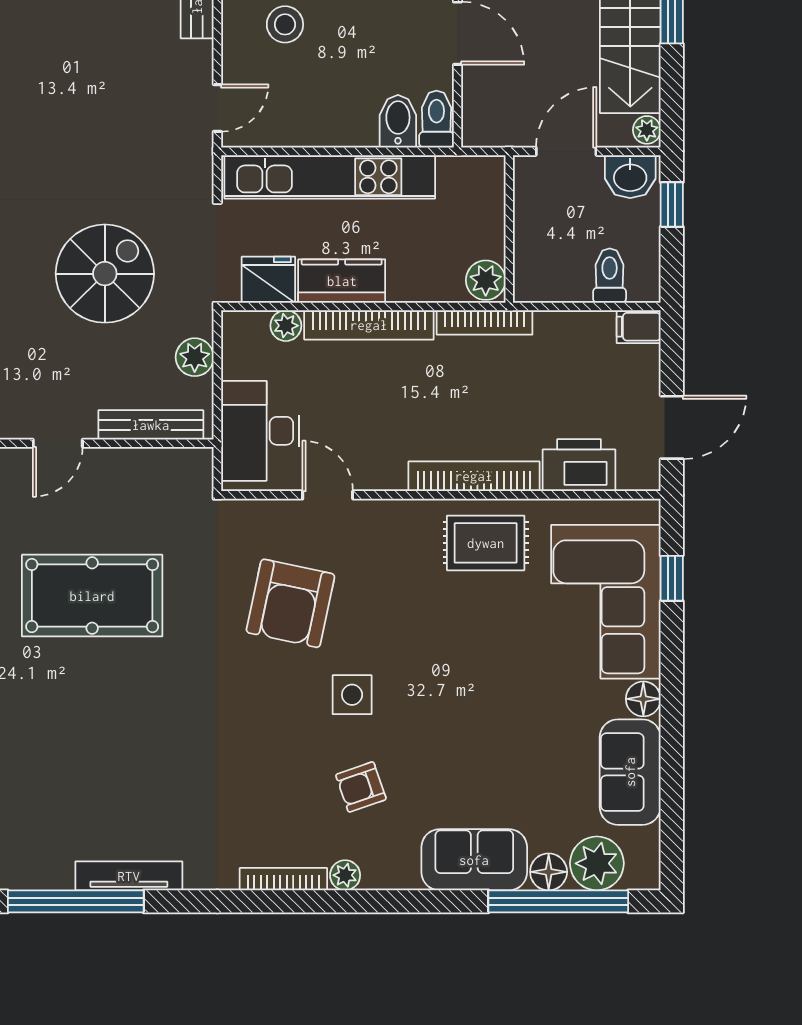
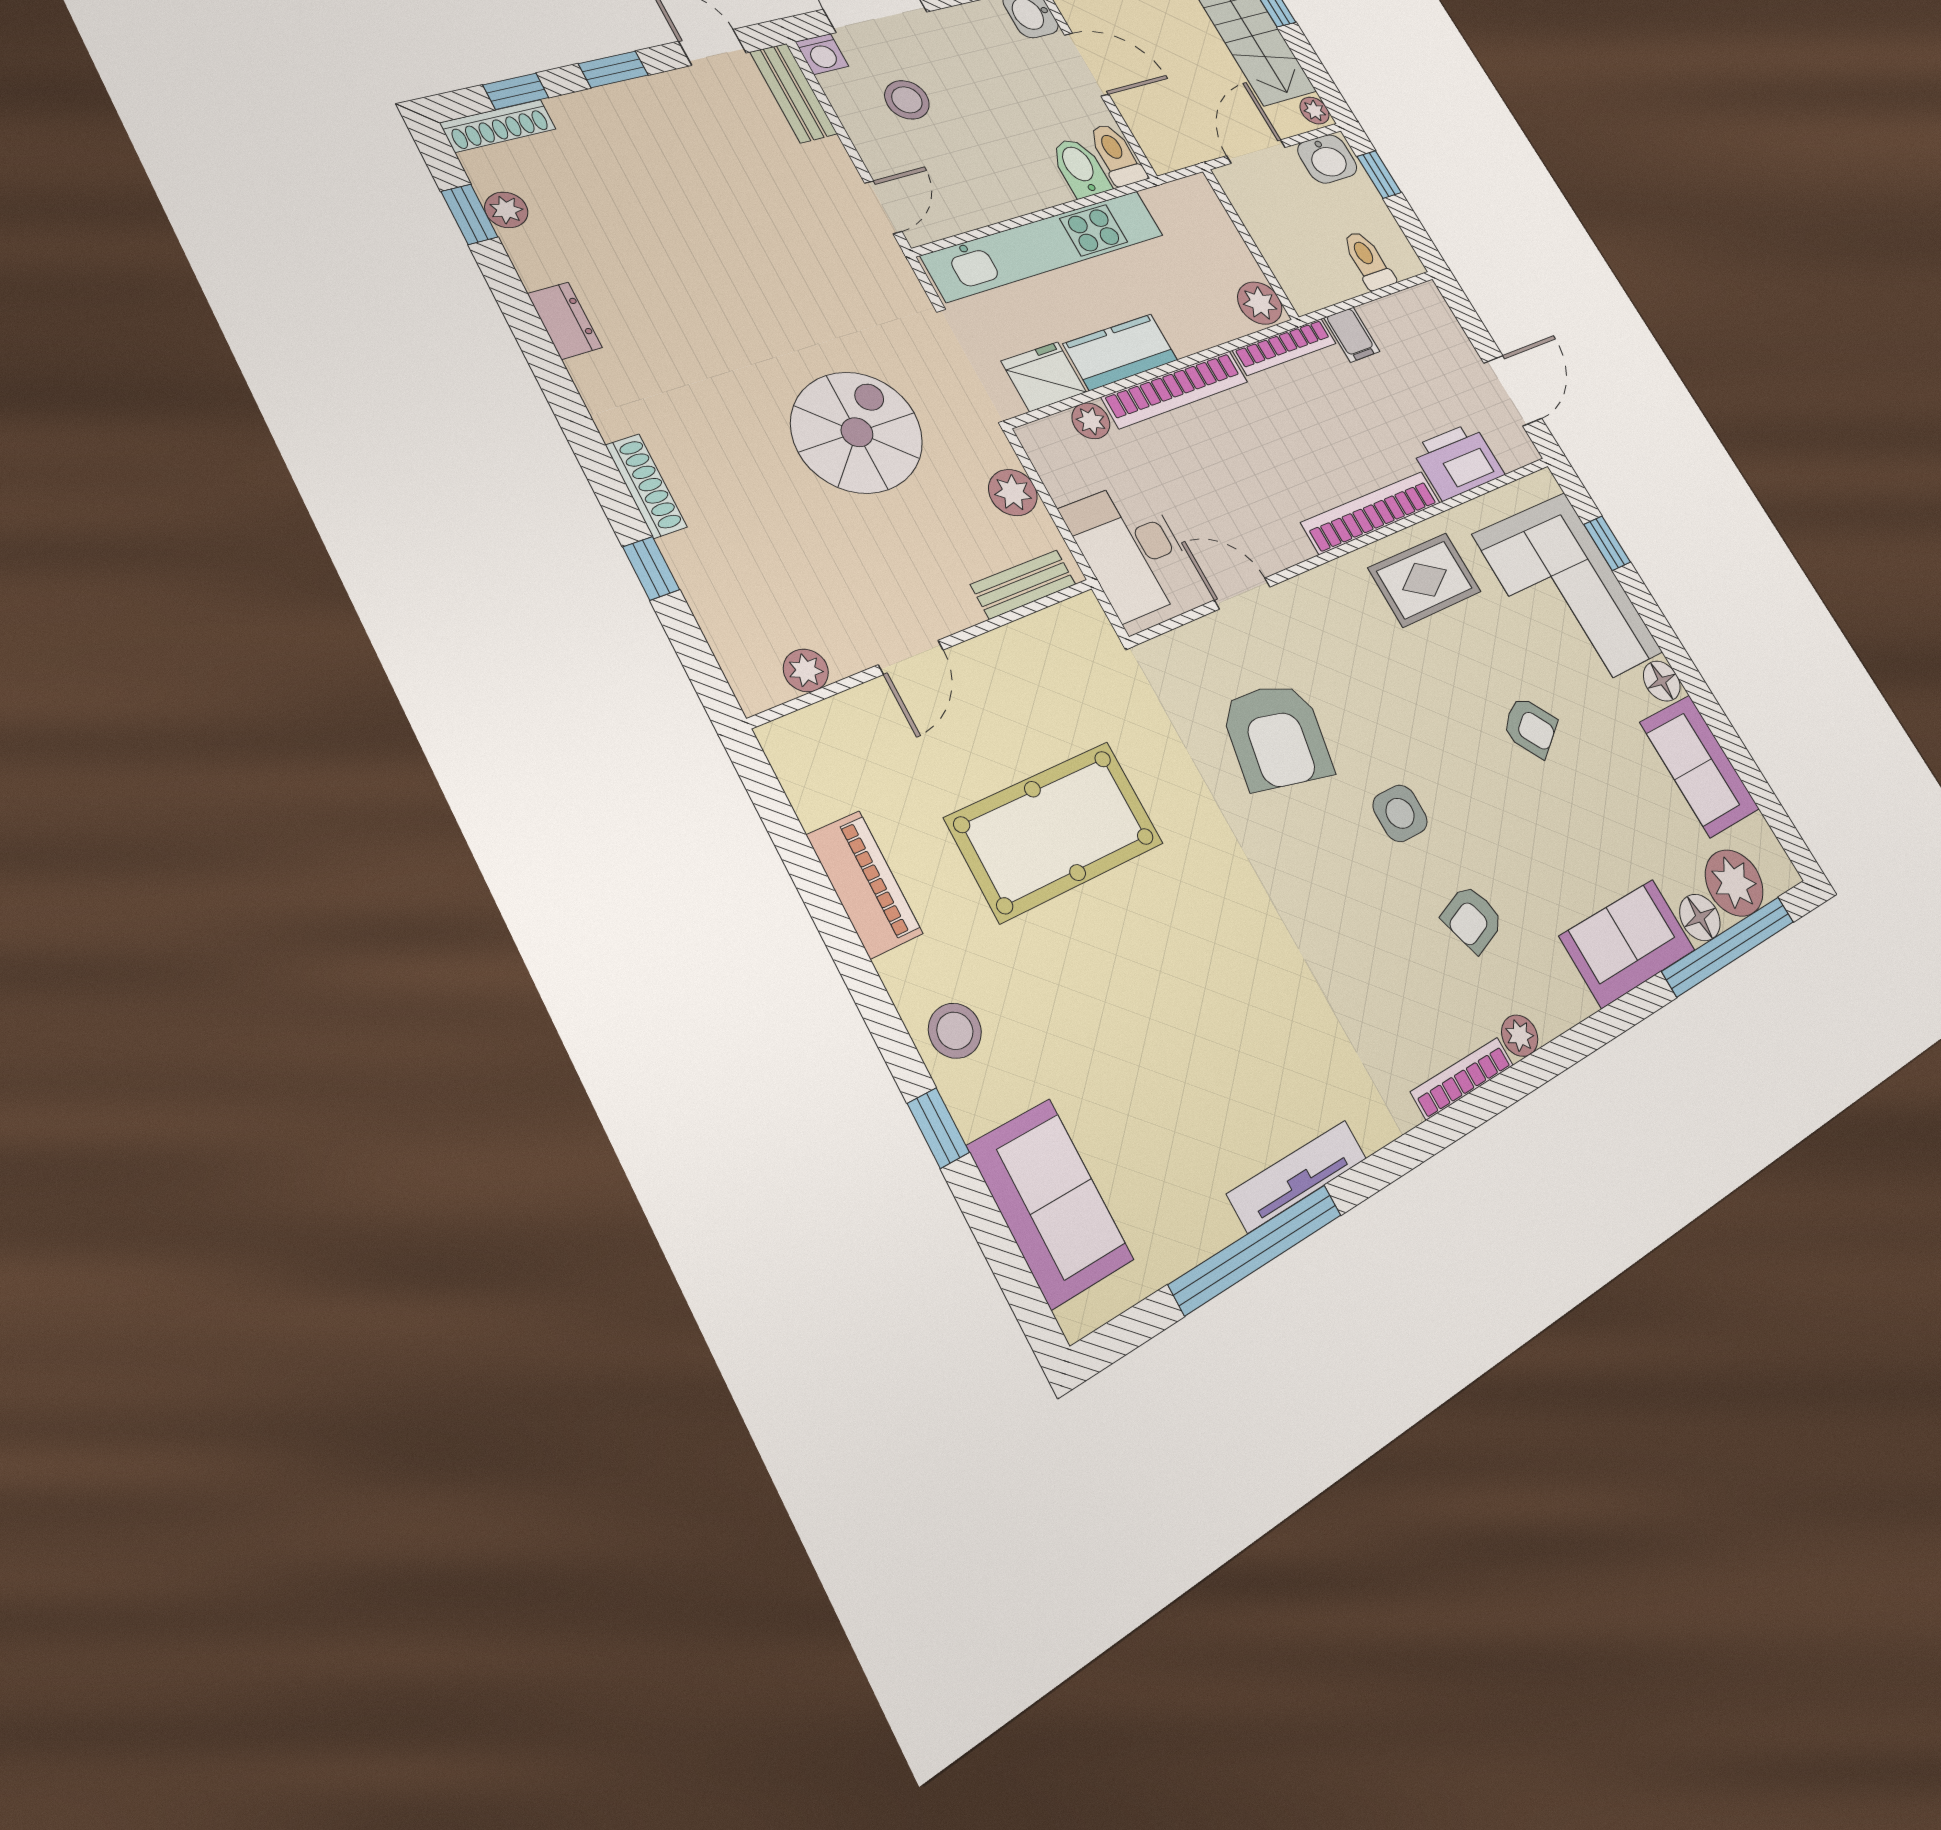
filing cabinet: (639, 327) -> (1352, 335), moved, turned -90
bench: (151, 425) -> (1023, 584), width x0.73
armchair: (501, 683) -> (1530, 727), added

